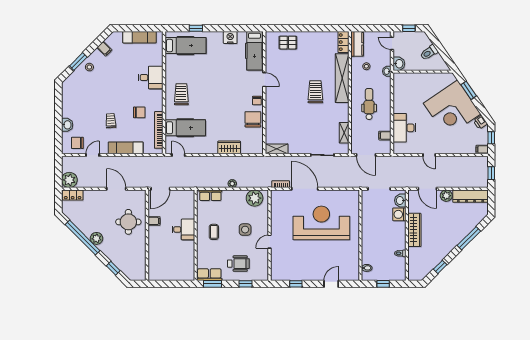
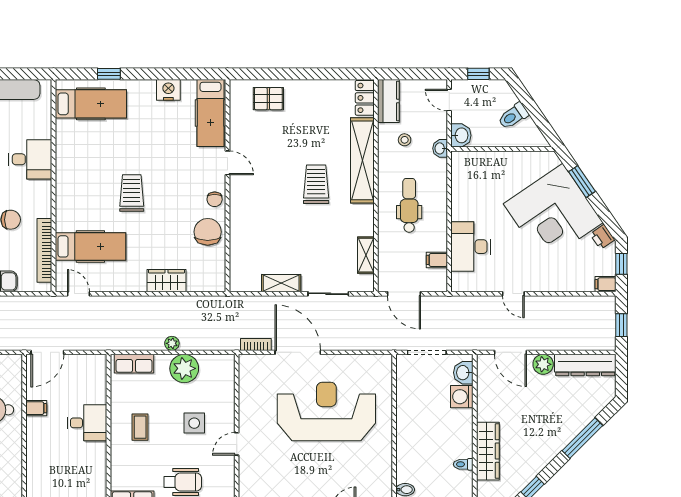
trolley: (181, 94) -> (132, 193), moved
shelving: (277, 149) -> (281, 283), moved
plant: (255, 198) -> (184, 368), moved
wardrobe: (414, 230) -> (488, 451), moved

